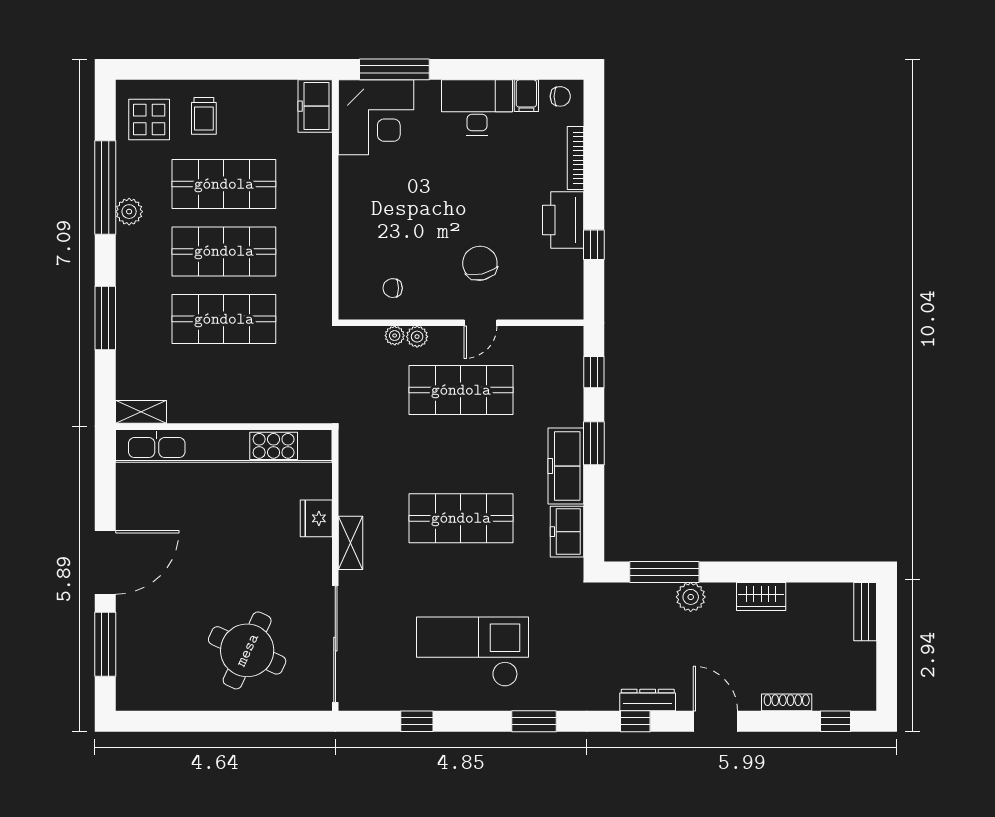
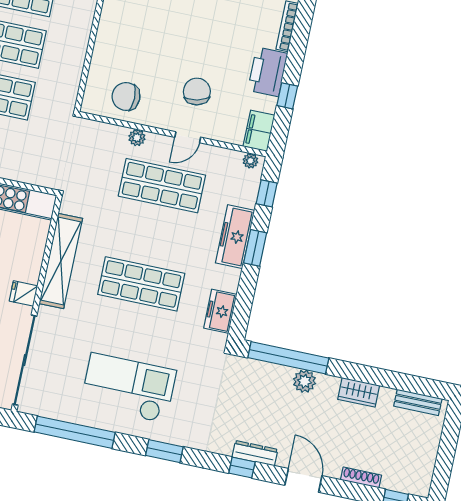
chair: (393, 288) -> (126, 96), width x1.87, depth x1.87
filing cabinet: (568, 296) -> (259, 131), added
plant: (395, 336) -> (250, 161), moved
freezer: (566, 466) -> (235, 237), moved
fridge: (316, 518) -> (23, 293), moved, width x0.72
shelving: (350, 543) -> (61, 261), width x2.20, depth x1.33
window: (664, 572) -> (288, 358), width x1.46
bench: (865, 612) -> (418, 402), moved, turned 90
window: (417, 721) -> (75, 432), width x3.17

